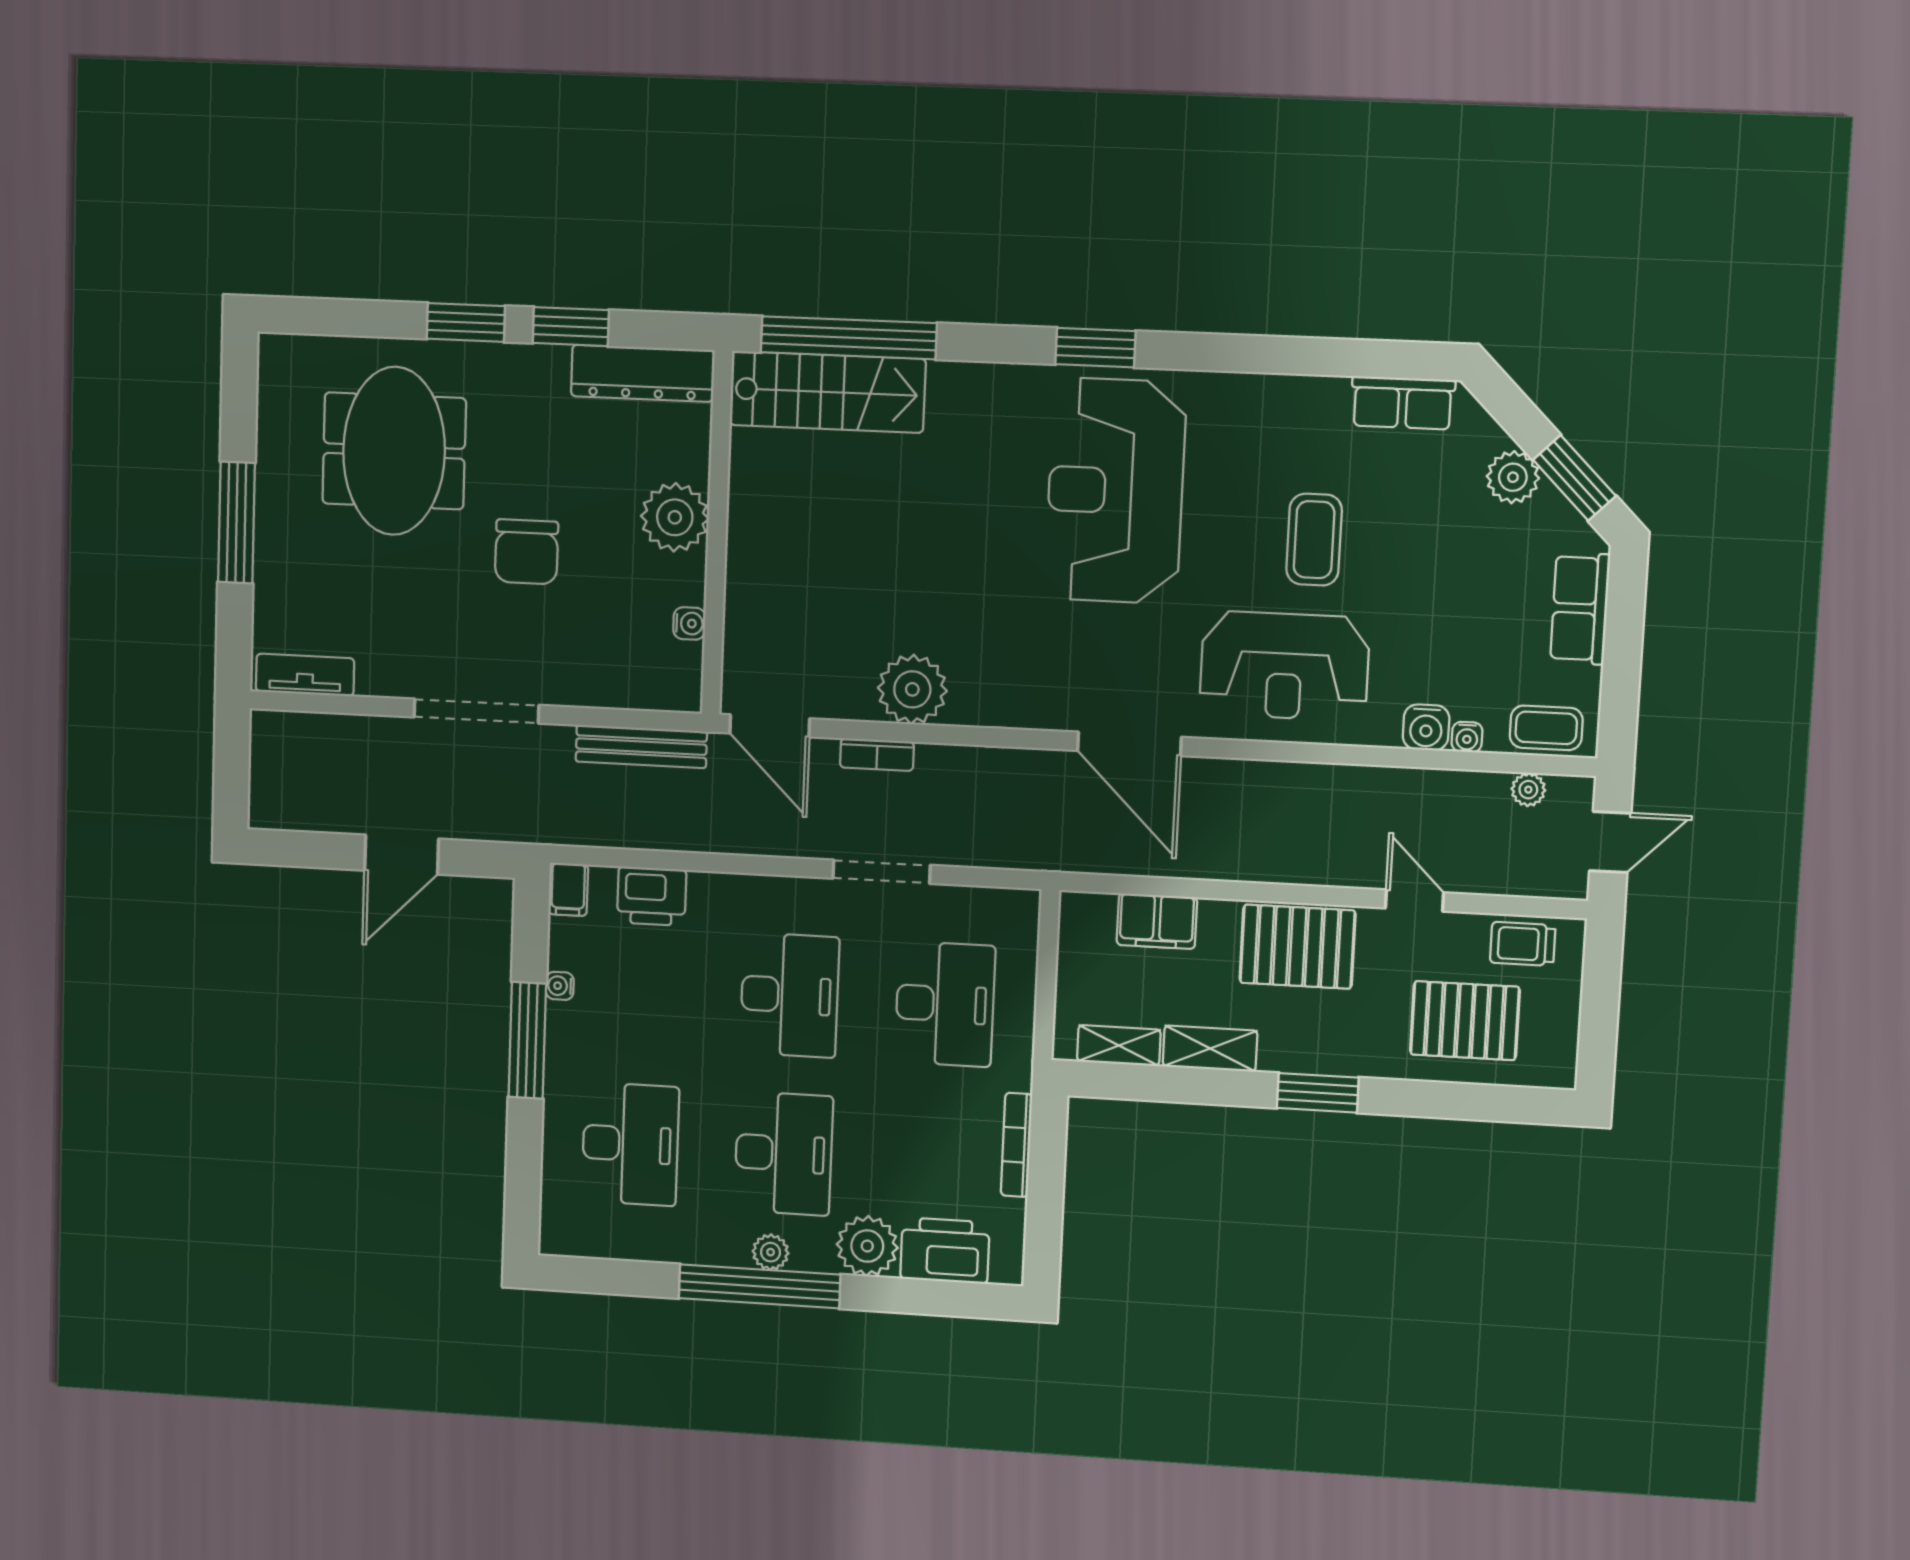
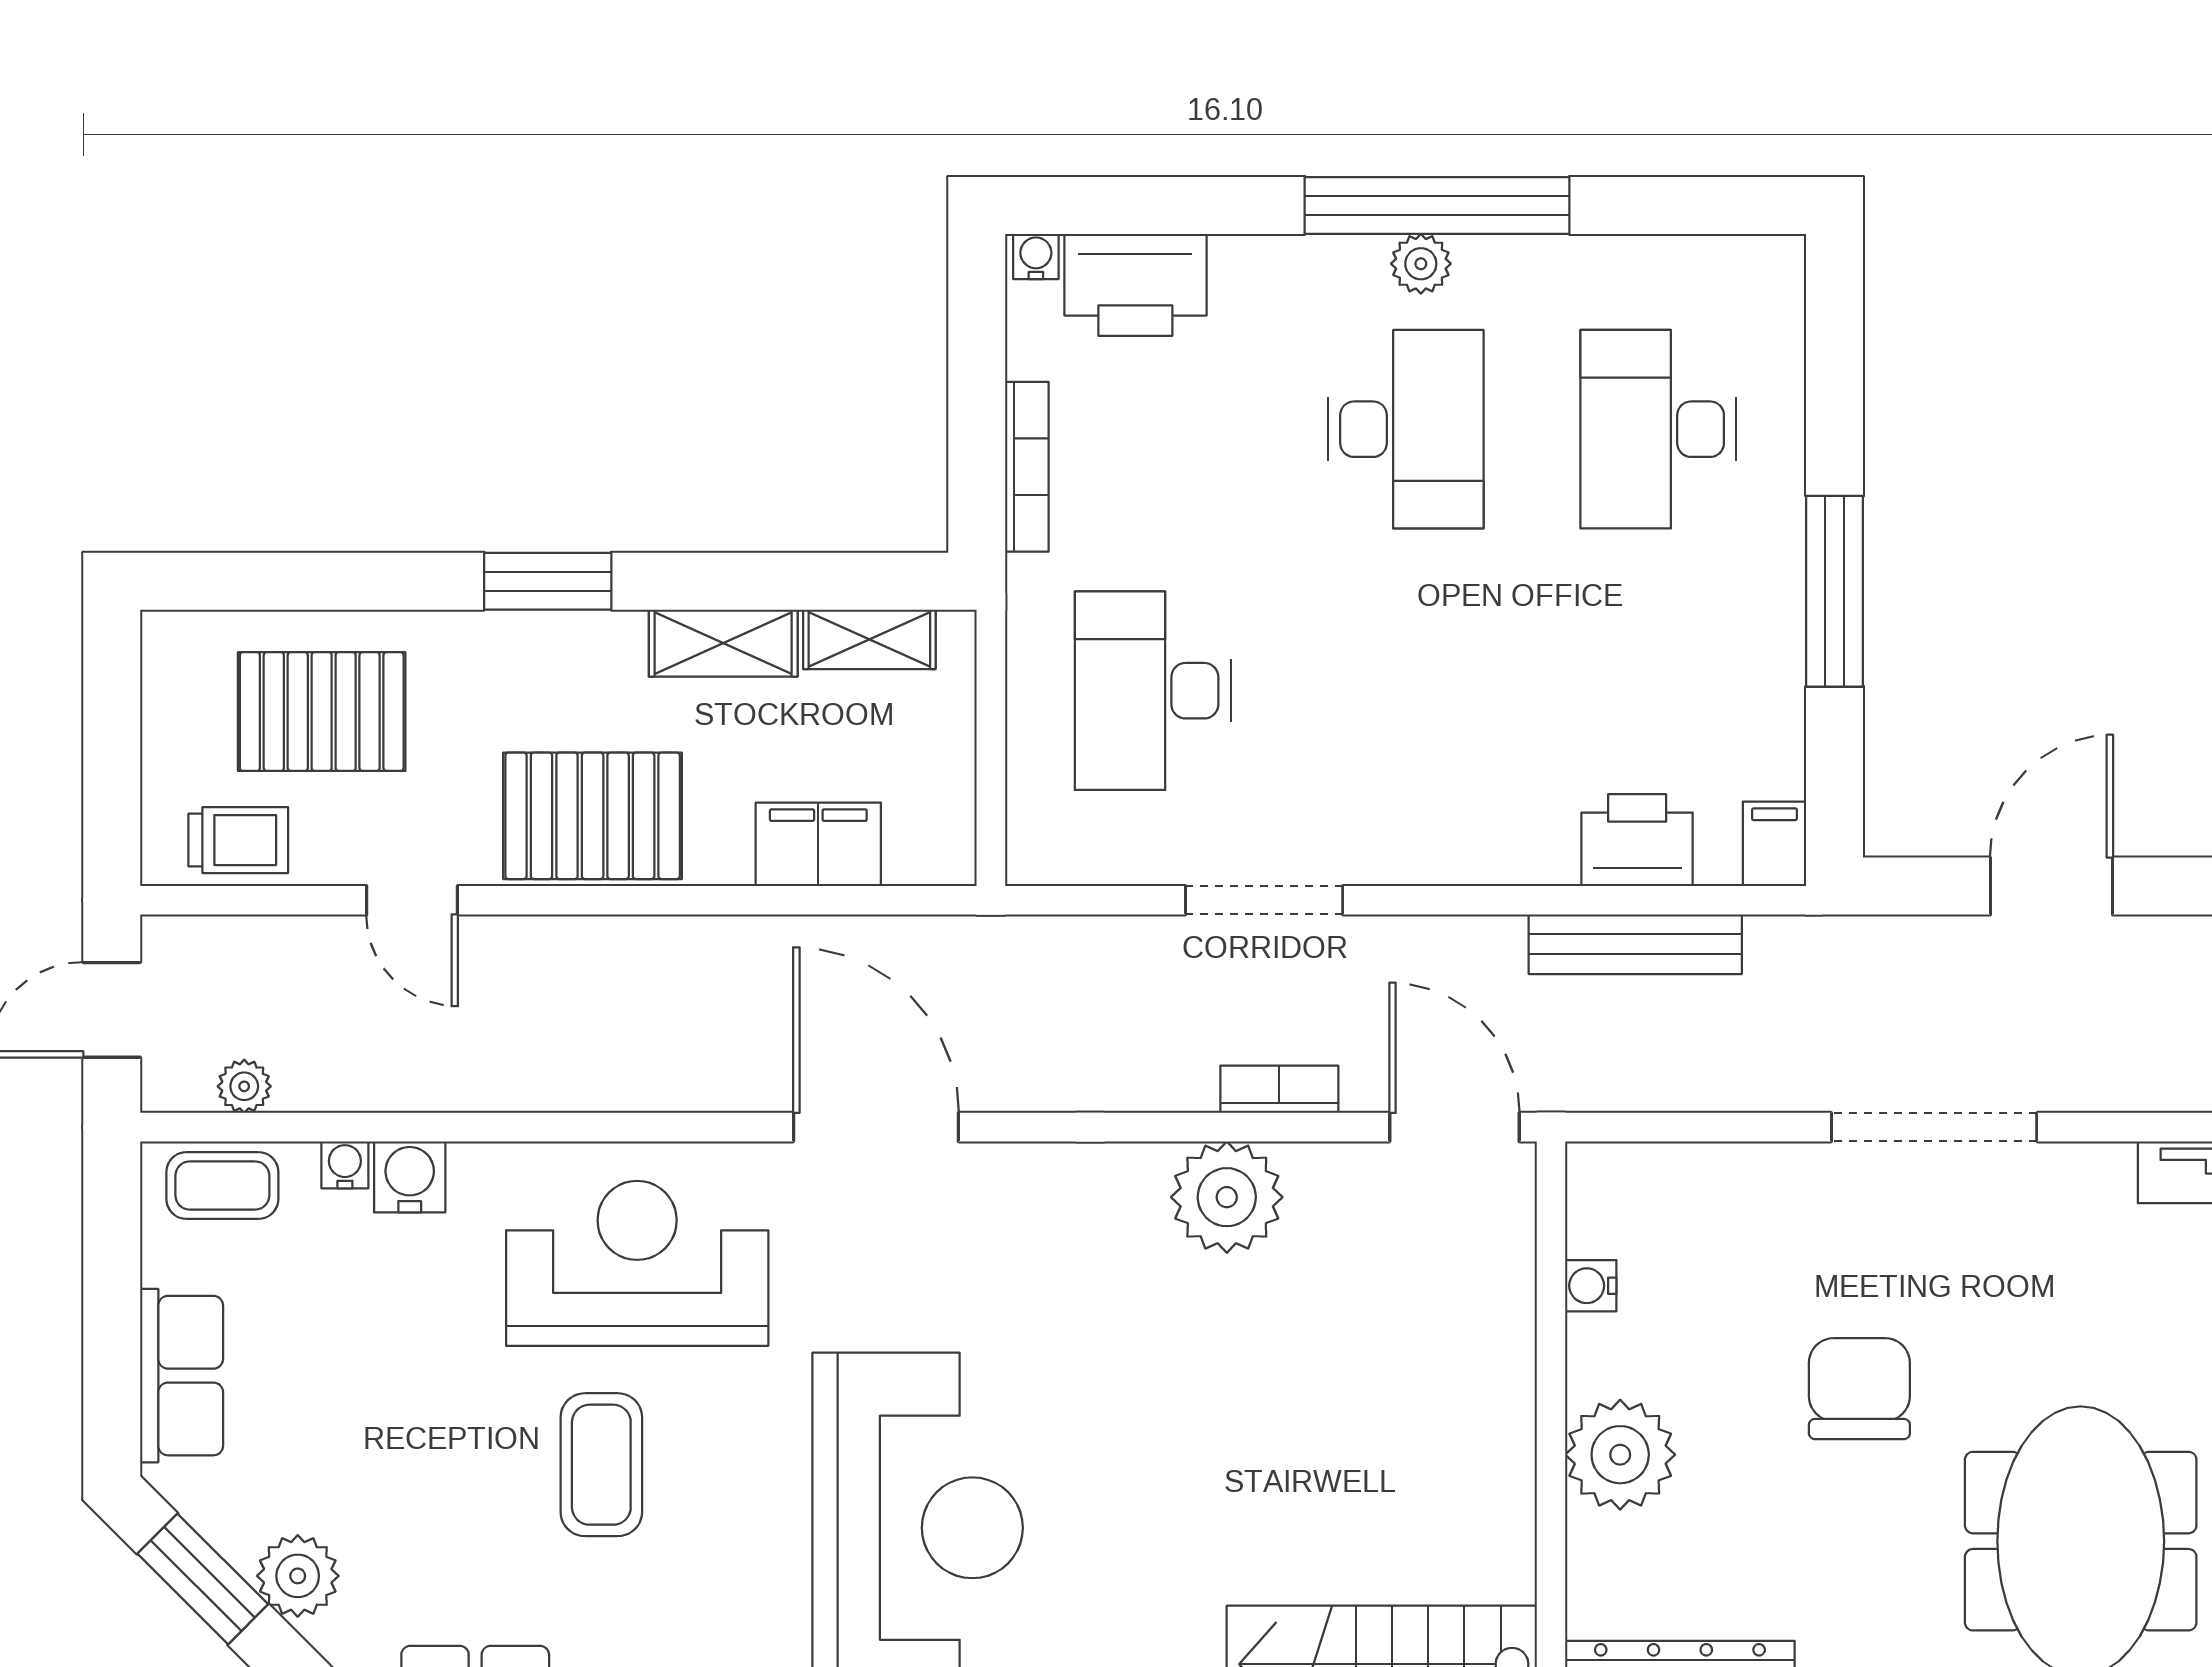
bench: (641, 747) -> (1635, 944), moved
water cooler: (560, 986) -> (1036, 256), moved, turned -90
desk: (790, 995) -> (1406, 691), removed
desk: (784, 1153) -> (1406, 429), turned 180
plant: (867, 1246) -> (1263, 284), removed

